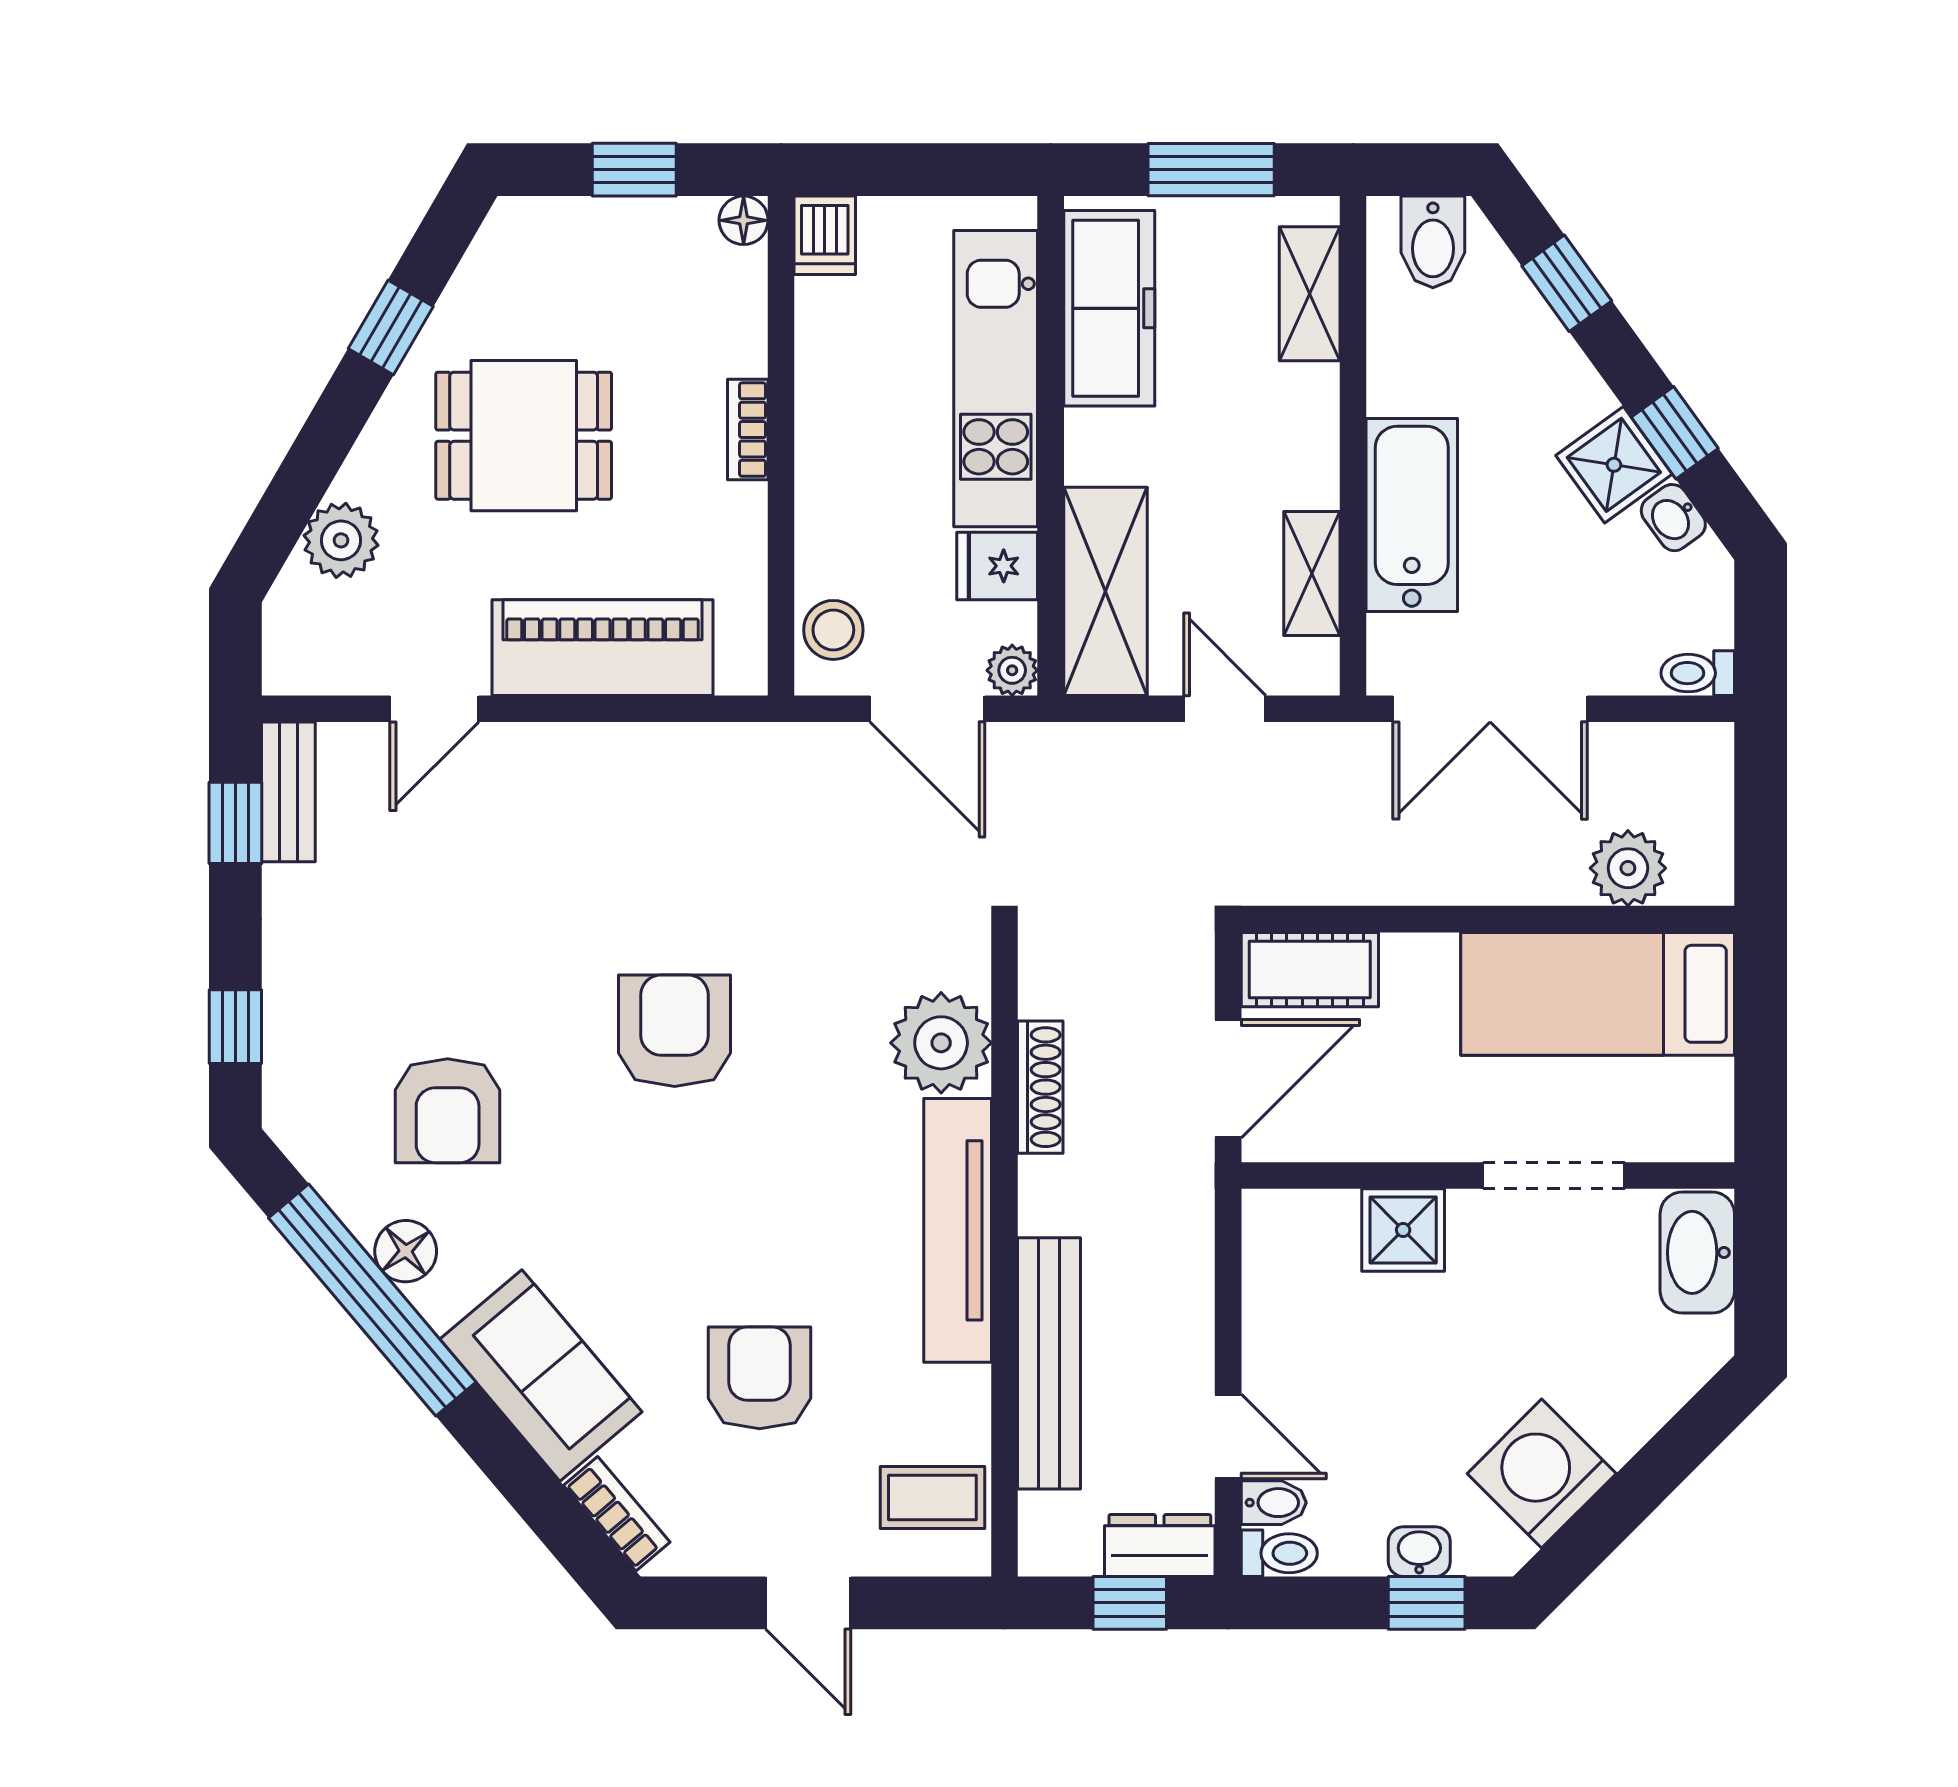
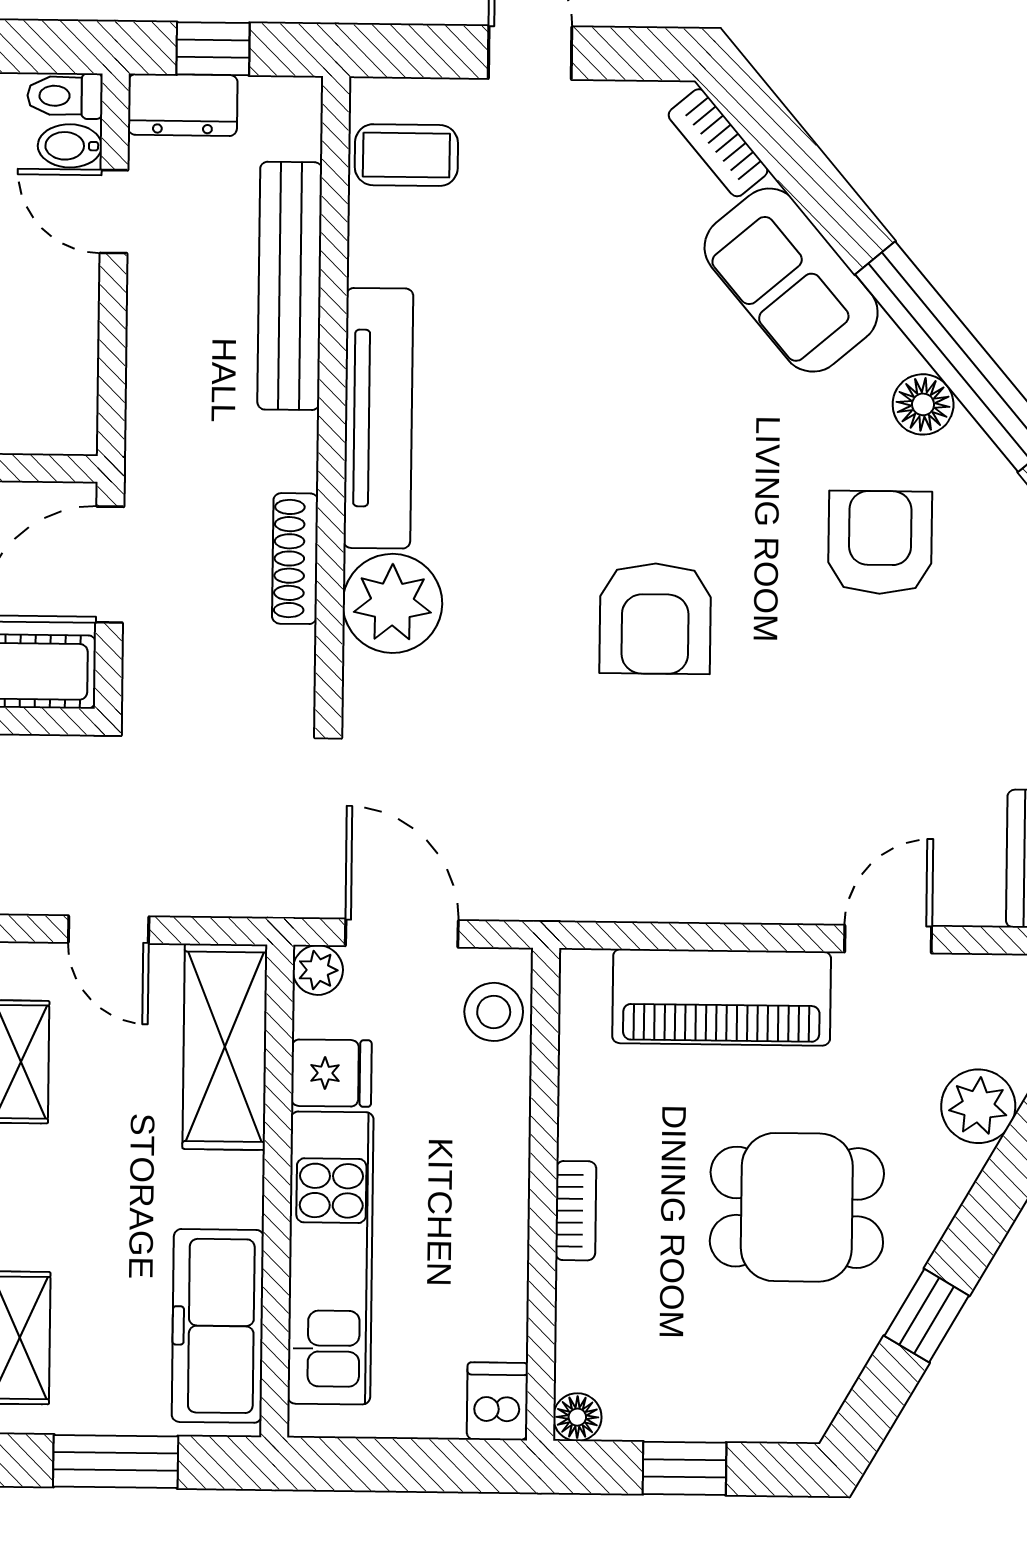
armchair: (760, 1378) -> (576, 275), removed

